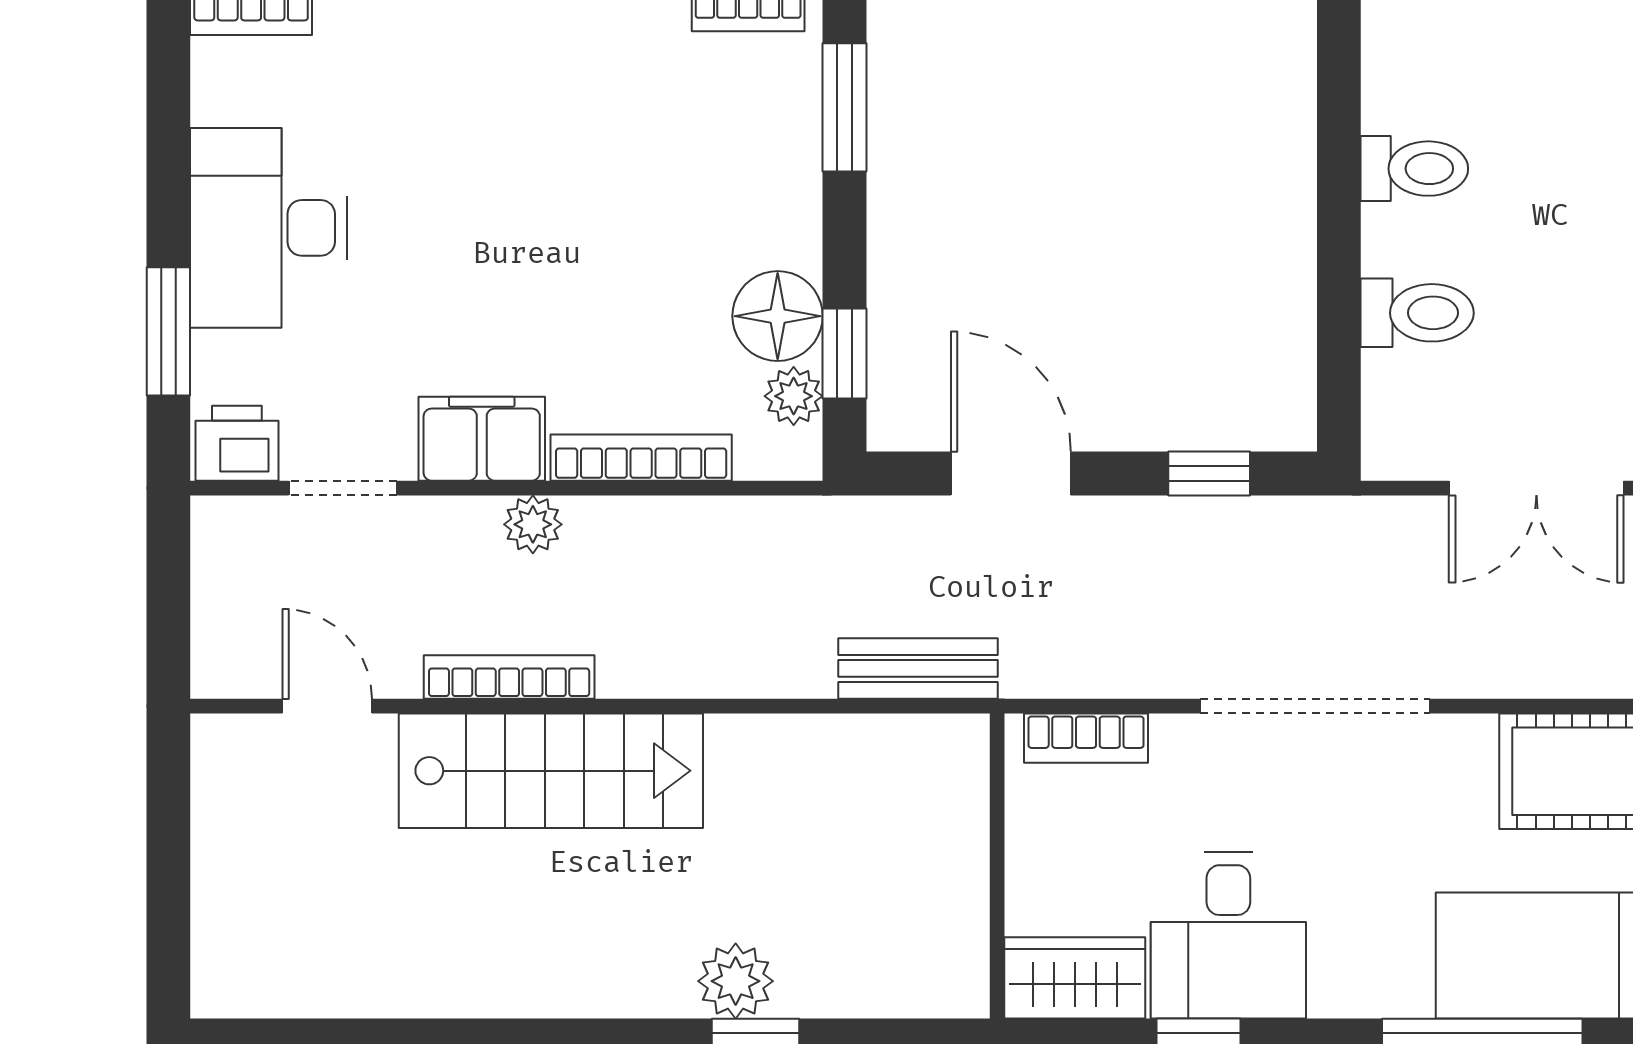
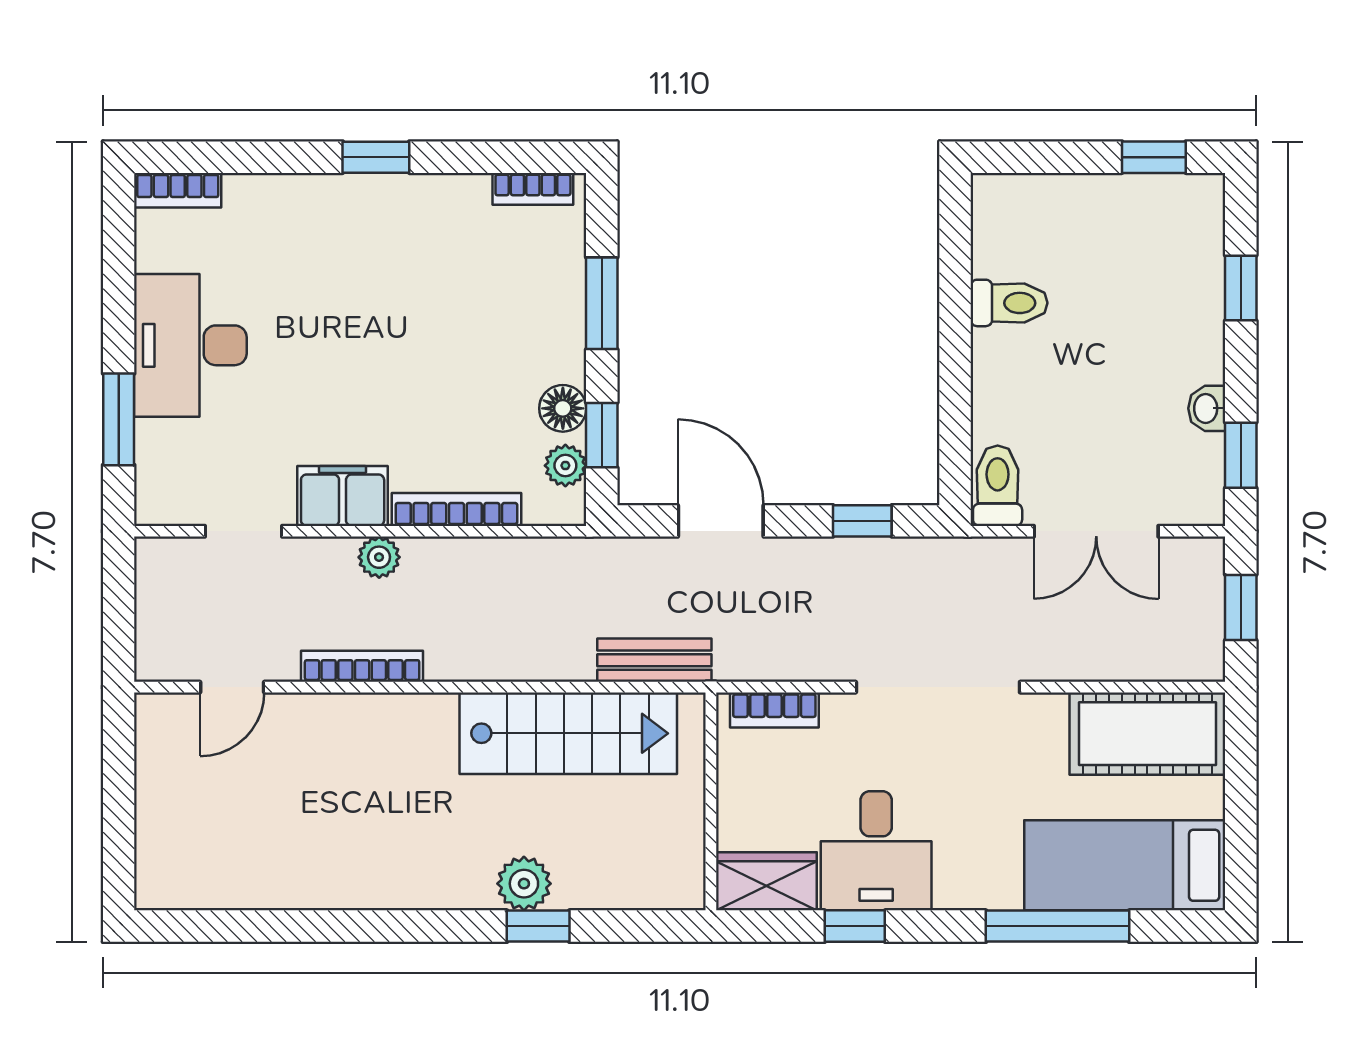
window: (844, 107) -> (602, 303), moved
toilet: (1417, 313) -> (998, 486), moved, turned -90
floor lamp: (778, 316) -> (563, 408), width x0.73, depth x0.73
printer: (237, 443) -> (168, 499), removed
door: (327, 706) -> (232, 687), swing flipped
stairs: (551, 771) -> (568, 733), moved

